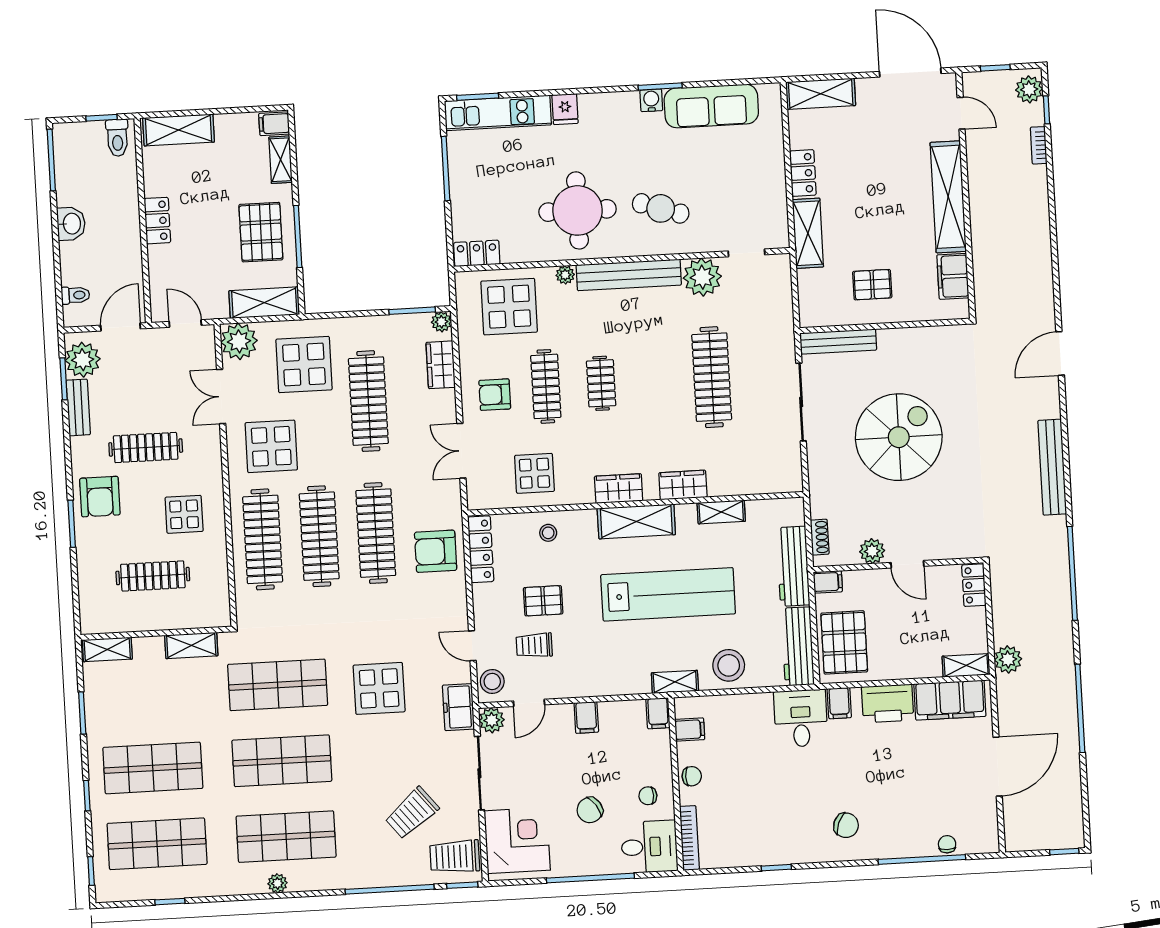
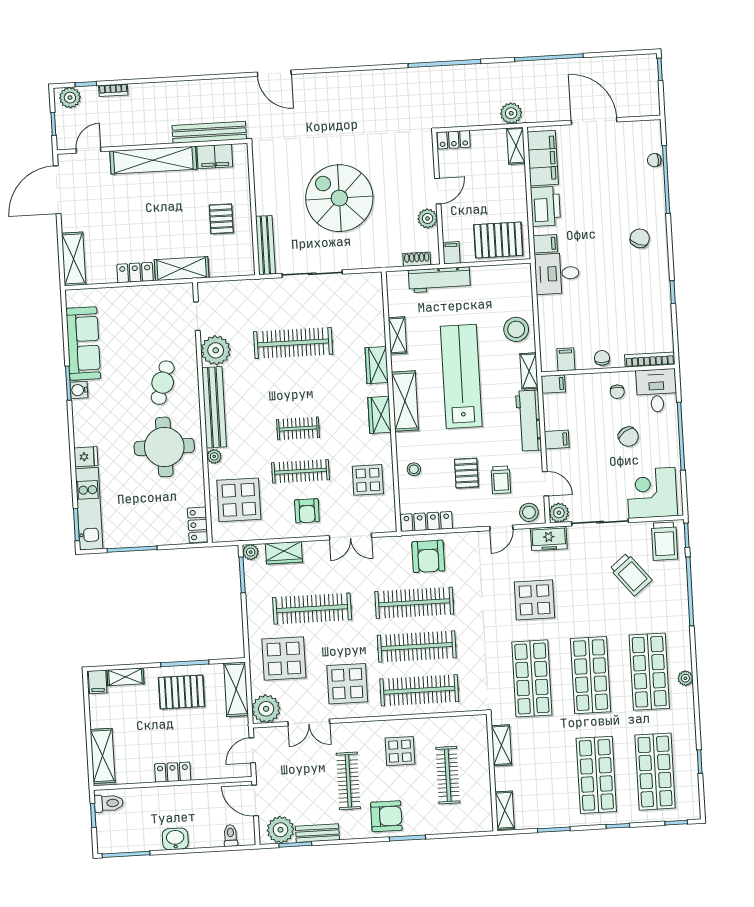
bench: (1052, 467) -> (209, 132), moved
workbench: (798, 646) -> (529, 421), moved, turned 90

